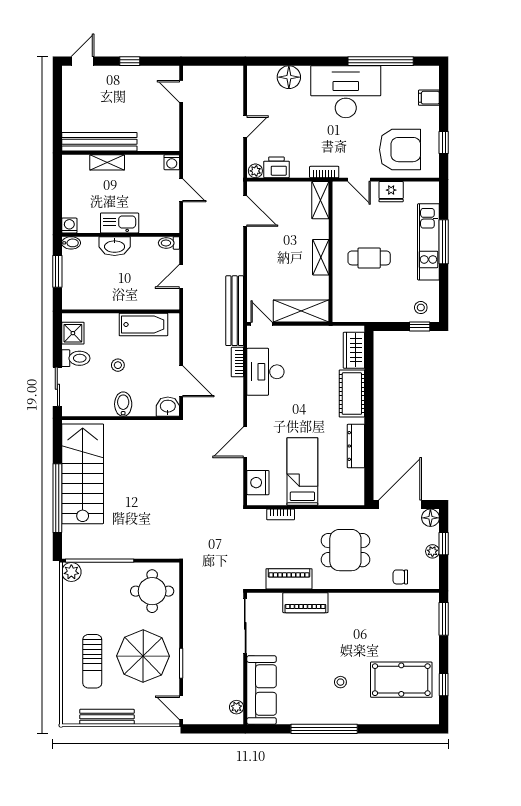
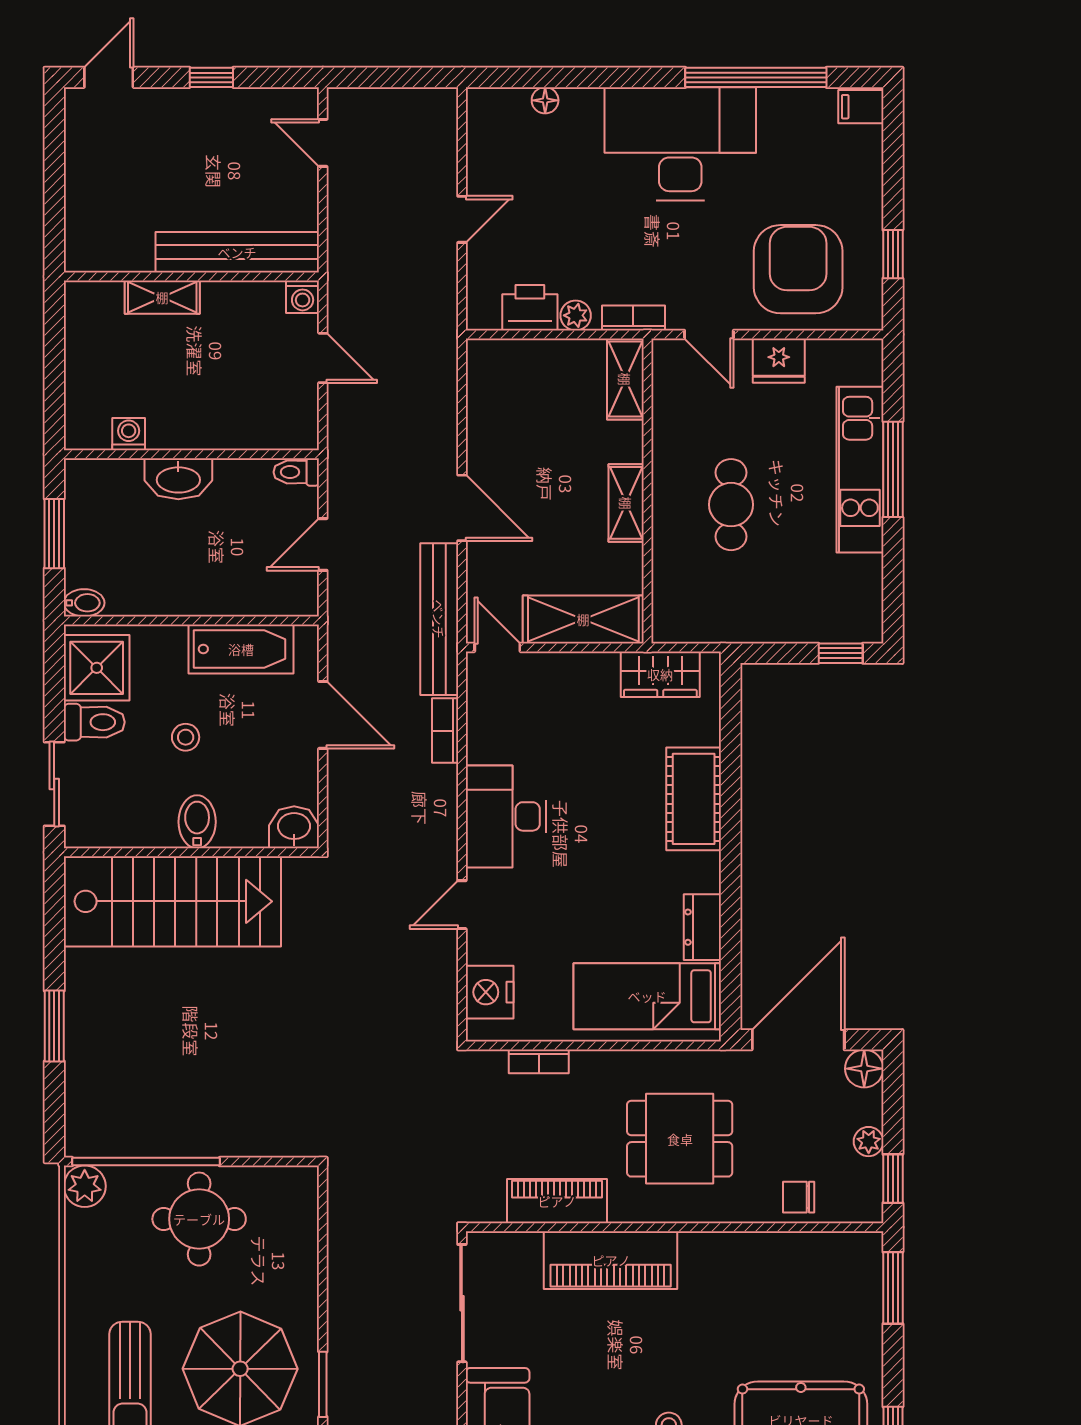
floor lamp: (289, 77) -> (545, 100), width x0.53, depth x0.53
filing cabinet: (429, 98) -> (861, 107), moved
bench: (99, 142) -> (237, 252), moved
armchair: (400, 150) -> (798, 269), turned -90
plant: (255, 171) -> (576, 315), moved
door: (245, 211) -> (462, 508), moved
kitchen sink: (120, 223) -> (189, 429), removed
washing machine: (69, 225) -> (129, 434), moved
bidet: (71, 243) -> (84, 603), moved
cafe table: (369, 258) -> (731, 505), turned 90
stool: (421, 308) -> (843, 612), removed
shower: (73, 333) -> (97, 668), width x1.36, depth x1.36
wardrobe: (354, 350) -> (660, 674), moved, turned -90
desk: (265, 372) -> (506, 816), moved
door: (181, 381) -> (323, 715), moved
door: (245, 442) -> (462, 905), width x0.73
dresser: (356, 446) -> (702, 927), width x0.70
bed: (302, 471) -> (647, 996), moved, turned -90
stairs: (83, 474) -> (172, 901), moved, turned 90
window: (57, 498) -> (54, 1026), width x0.47
window: (444, 544) -> (893, 1179), moved
round table: (152, 591) -> (199, 1219), moved
piano: (305, 603) -> (611, 1260), width x1.37, depth x1.33

